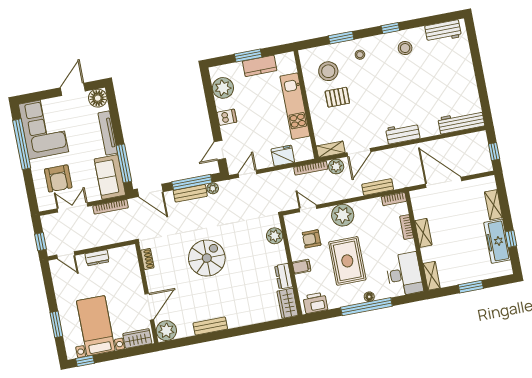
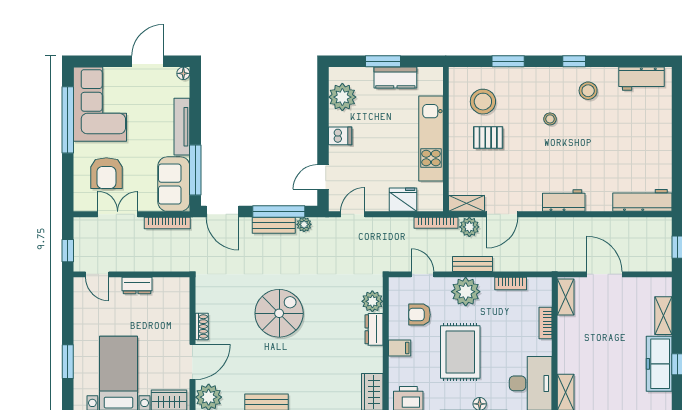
stool: (360, 55) -> (550, 119), moved
floor lamp: (98, 98) -> (183, 73), width x0.53, depth x0.53
door: (444, 182) -> (604, 274), width x0.73
bench: (378, 187) -> (473, 264), moved
bookcase: (394, 199) -> (511, 283), moved
shelving: (423, 233) -> (566, 297), moved
shoe rack: (147, 259) -> (202, 326), moved
dresser: (284, 276) -> (374, 329), moved

